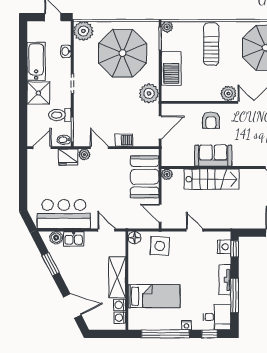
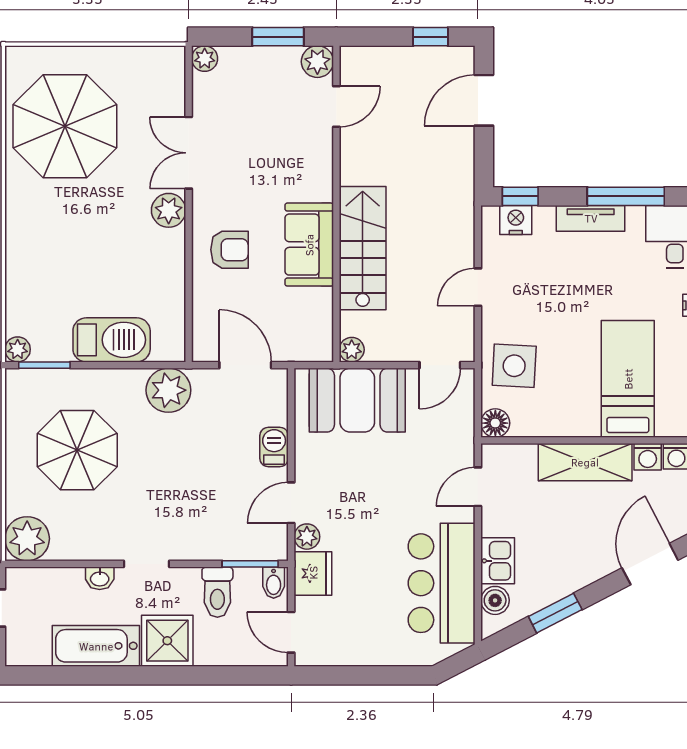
sun lounger: (211, 44) -> (57, 249), removed
washbasin: (66, 51) -> (100, 578), moved
parasol: (123, 53) -> (77, 450), width x0.73, depth x0.73

